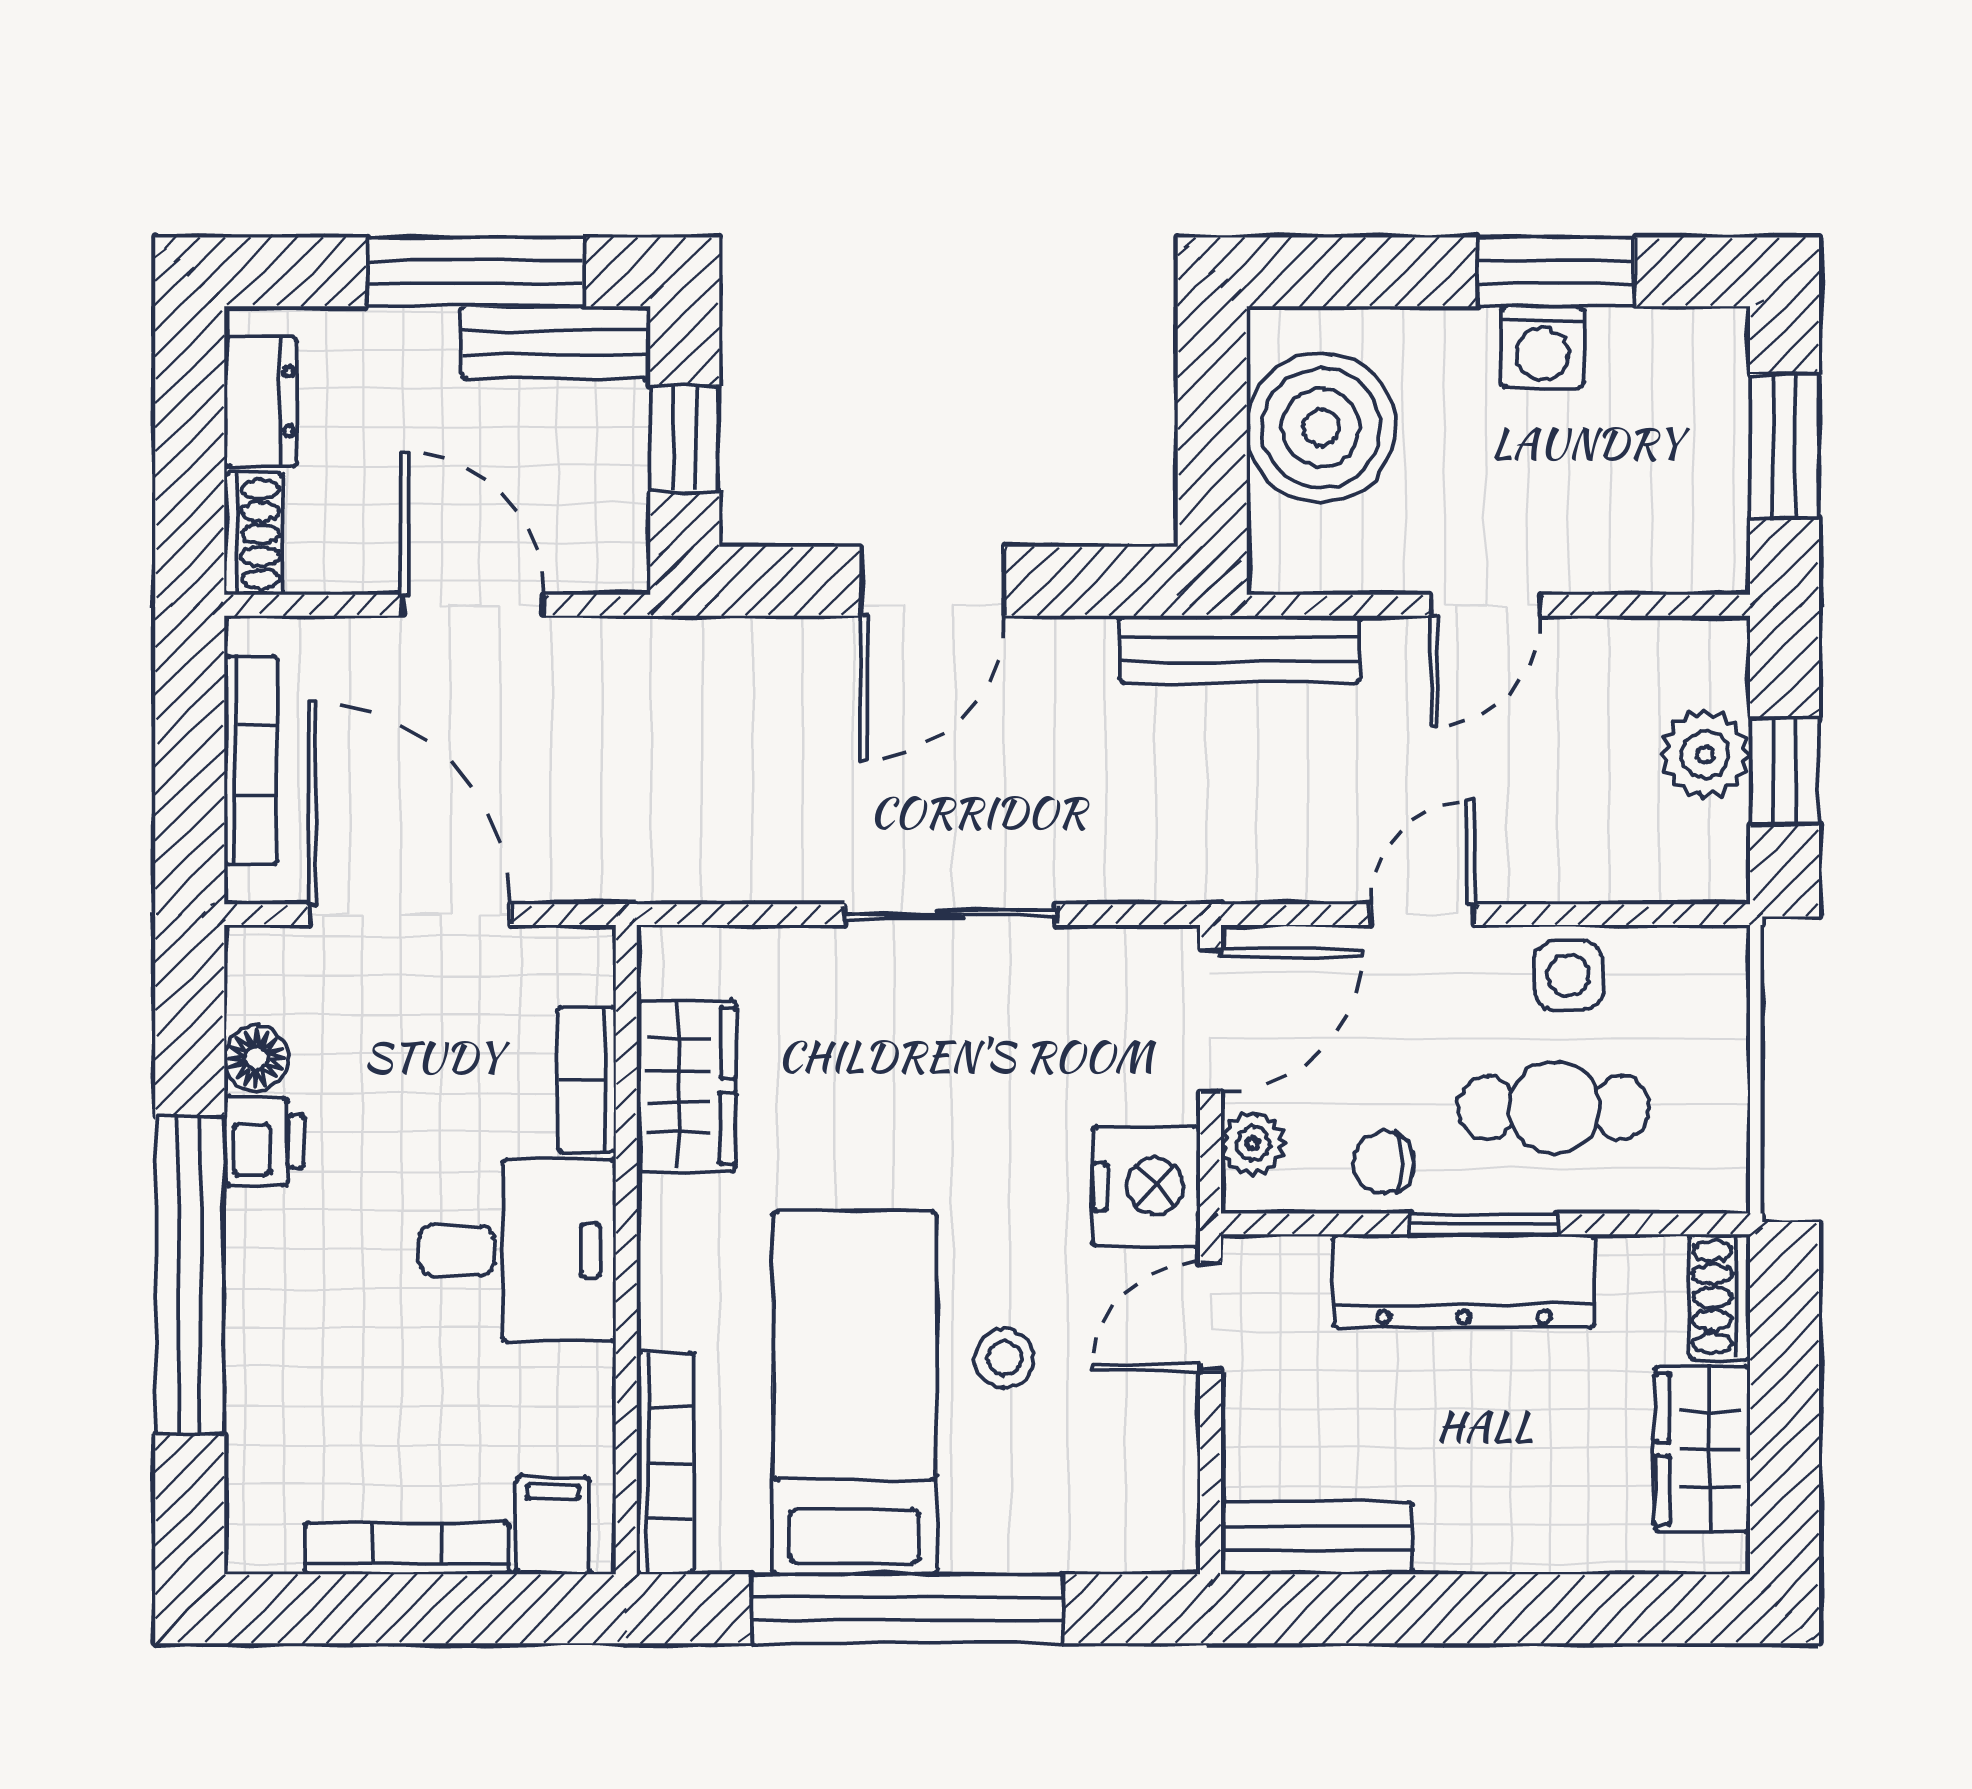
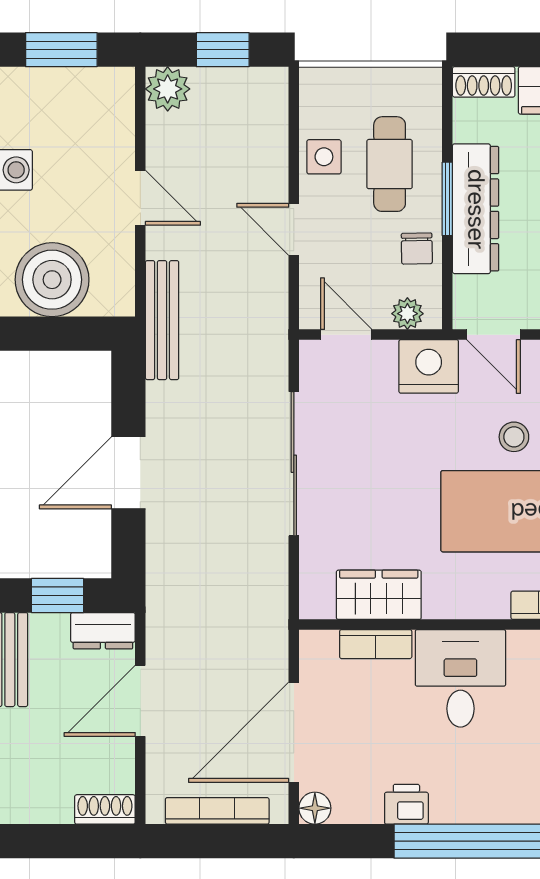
dresser: (261, 401) -> (103, 631), moved, turned 180
door: (932, 581) -> (128, 473), swing flipped
plant: (1705, 754) -> (168, 89), moved
sliding door: (950, 915) -> (294, 464), width x1.37
door: (1210, 1020) -> (346, 335), width x0.73
floor lamp: (256, 1058) -> (315, 808), moved

